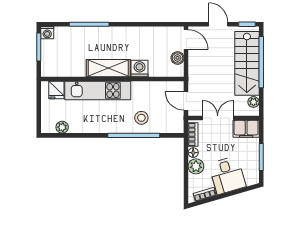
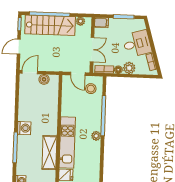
shelving: (108, 68) -> (49, 153), moved
washing machine: (140, 69) -> (24, 128), moved, turned 180
door: (186, 101) -> (78, 74), hinge flipped
stool: (141, 118) -> (91, 89), moved
double door: (218, 118) -> (92, 50), swing flipped
plant: (62, 127) -> (96, 136), moved
filing cabinet: (246, 129) -> (101, 23), width x0.50

